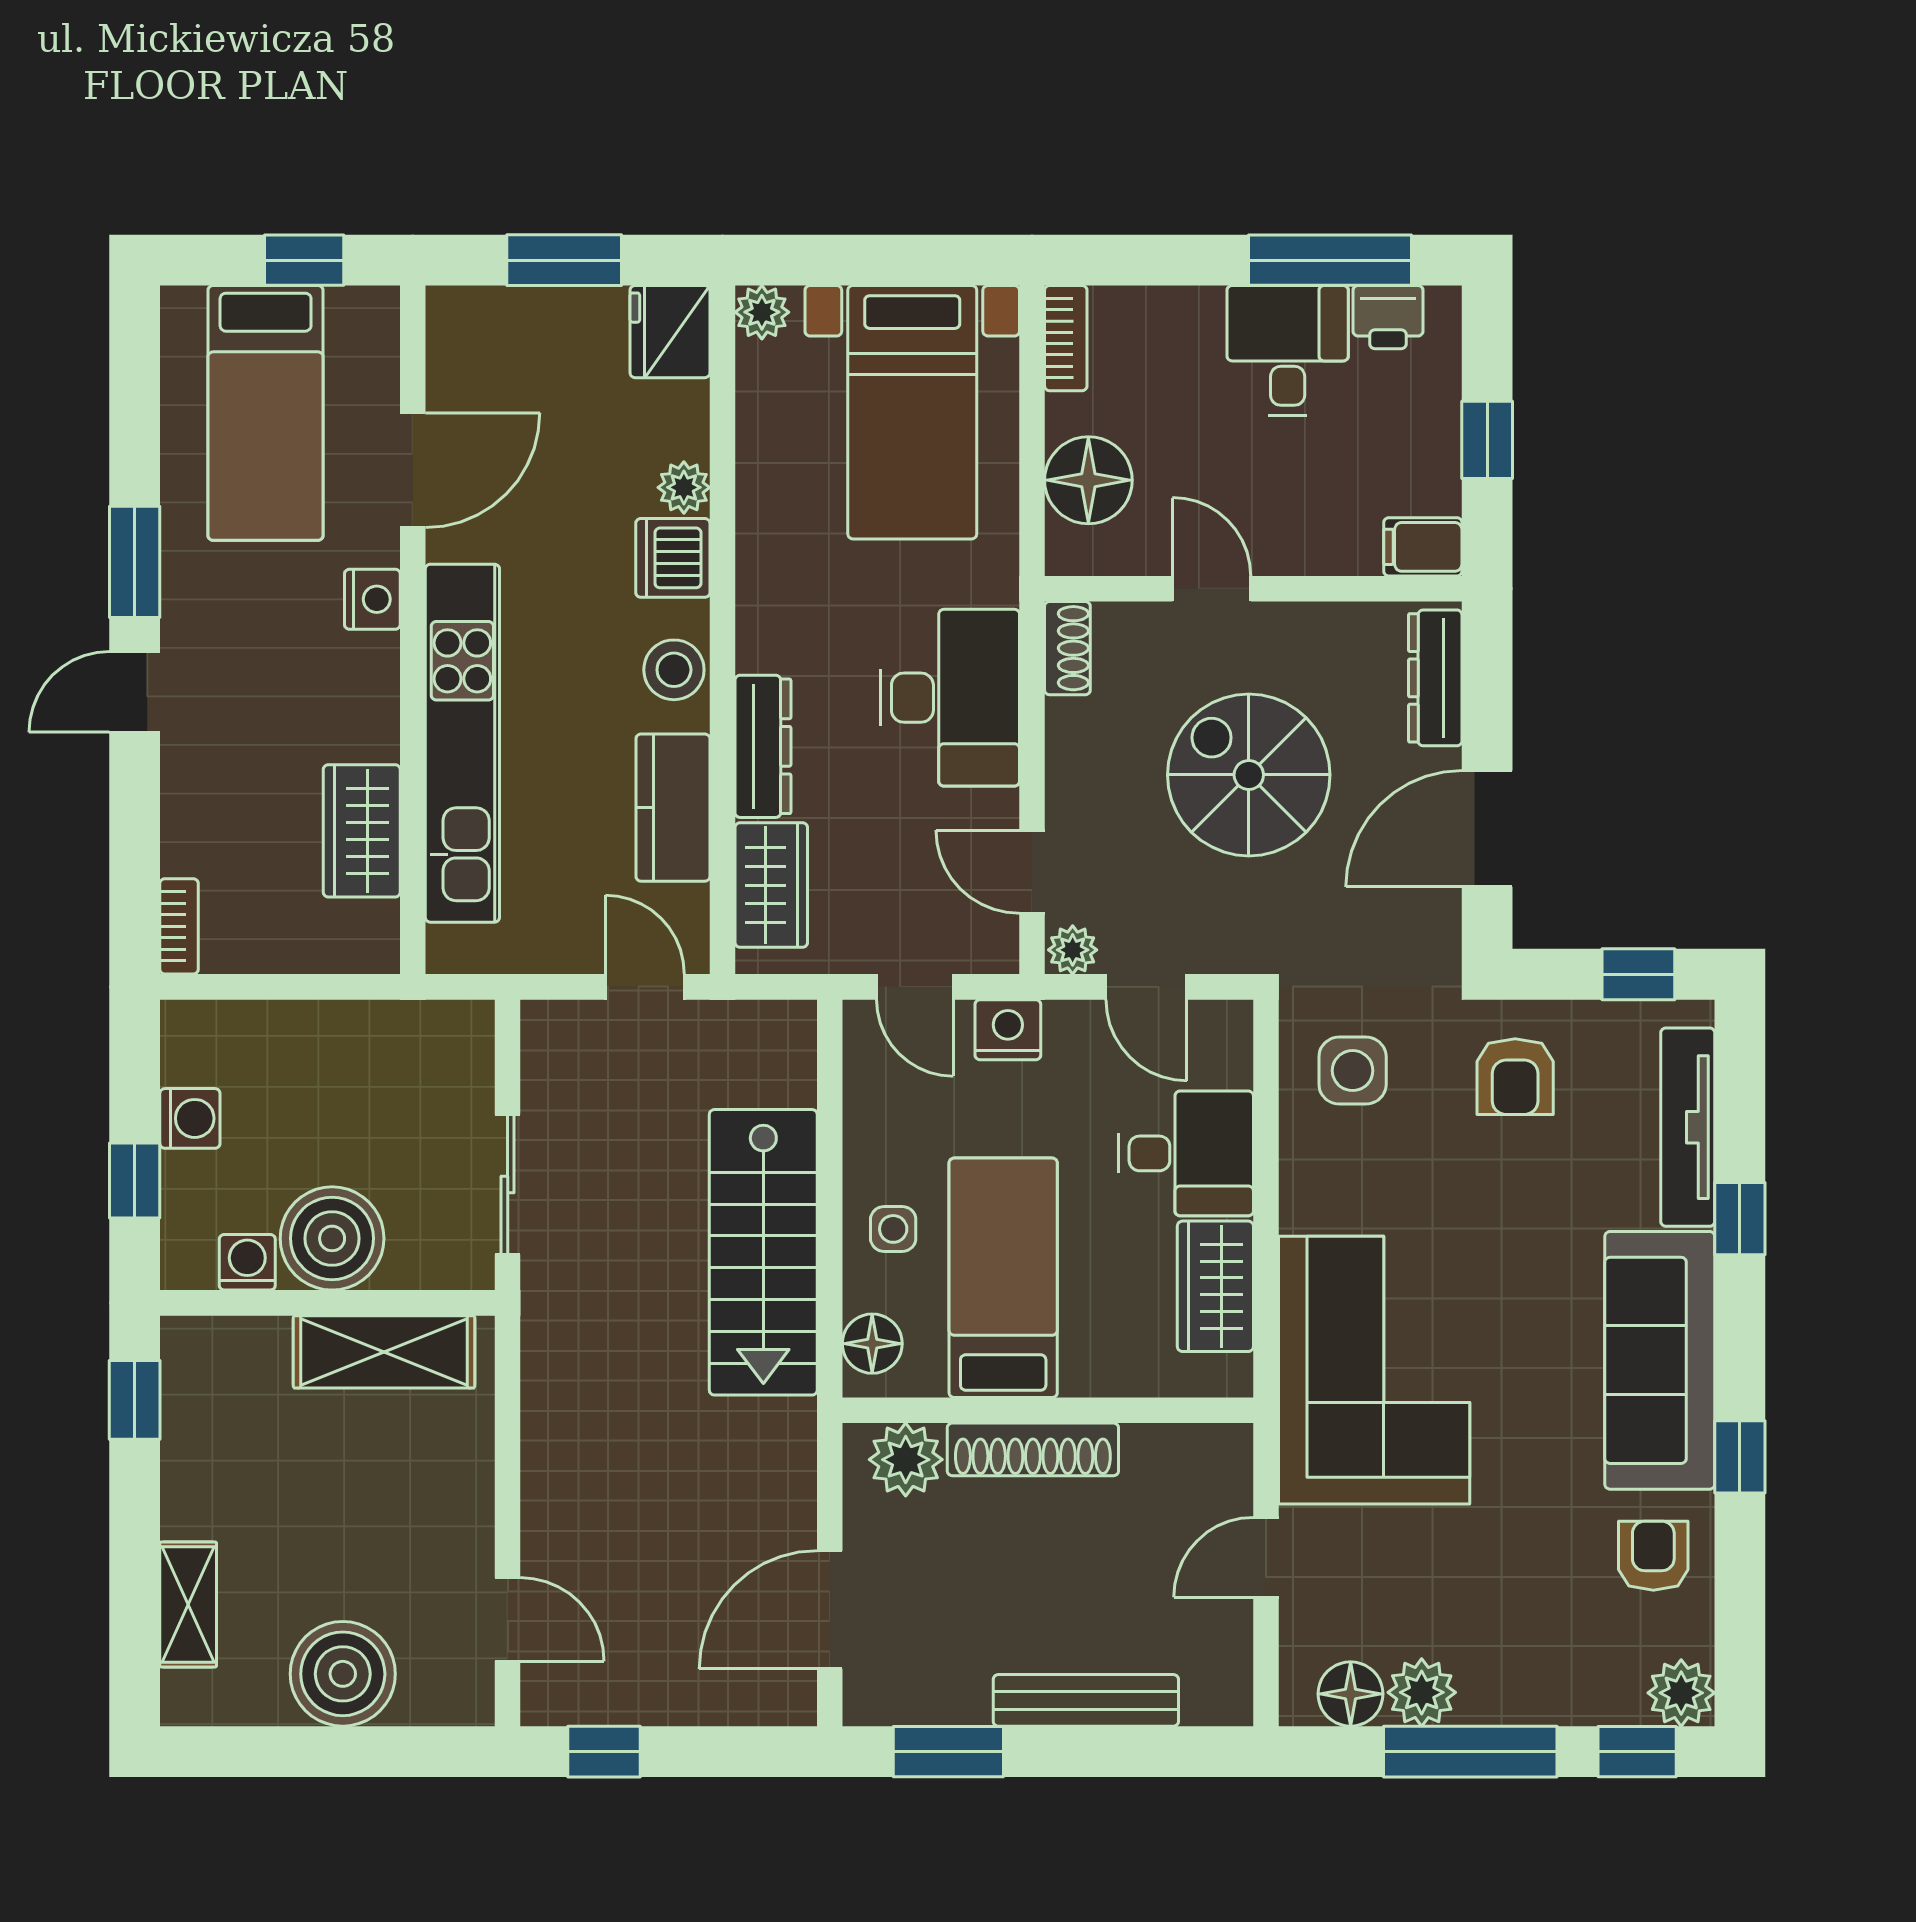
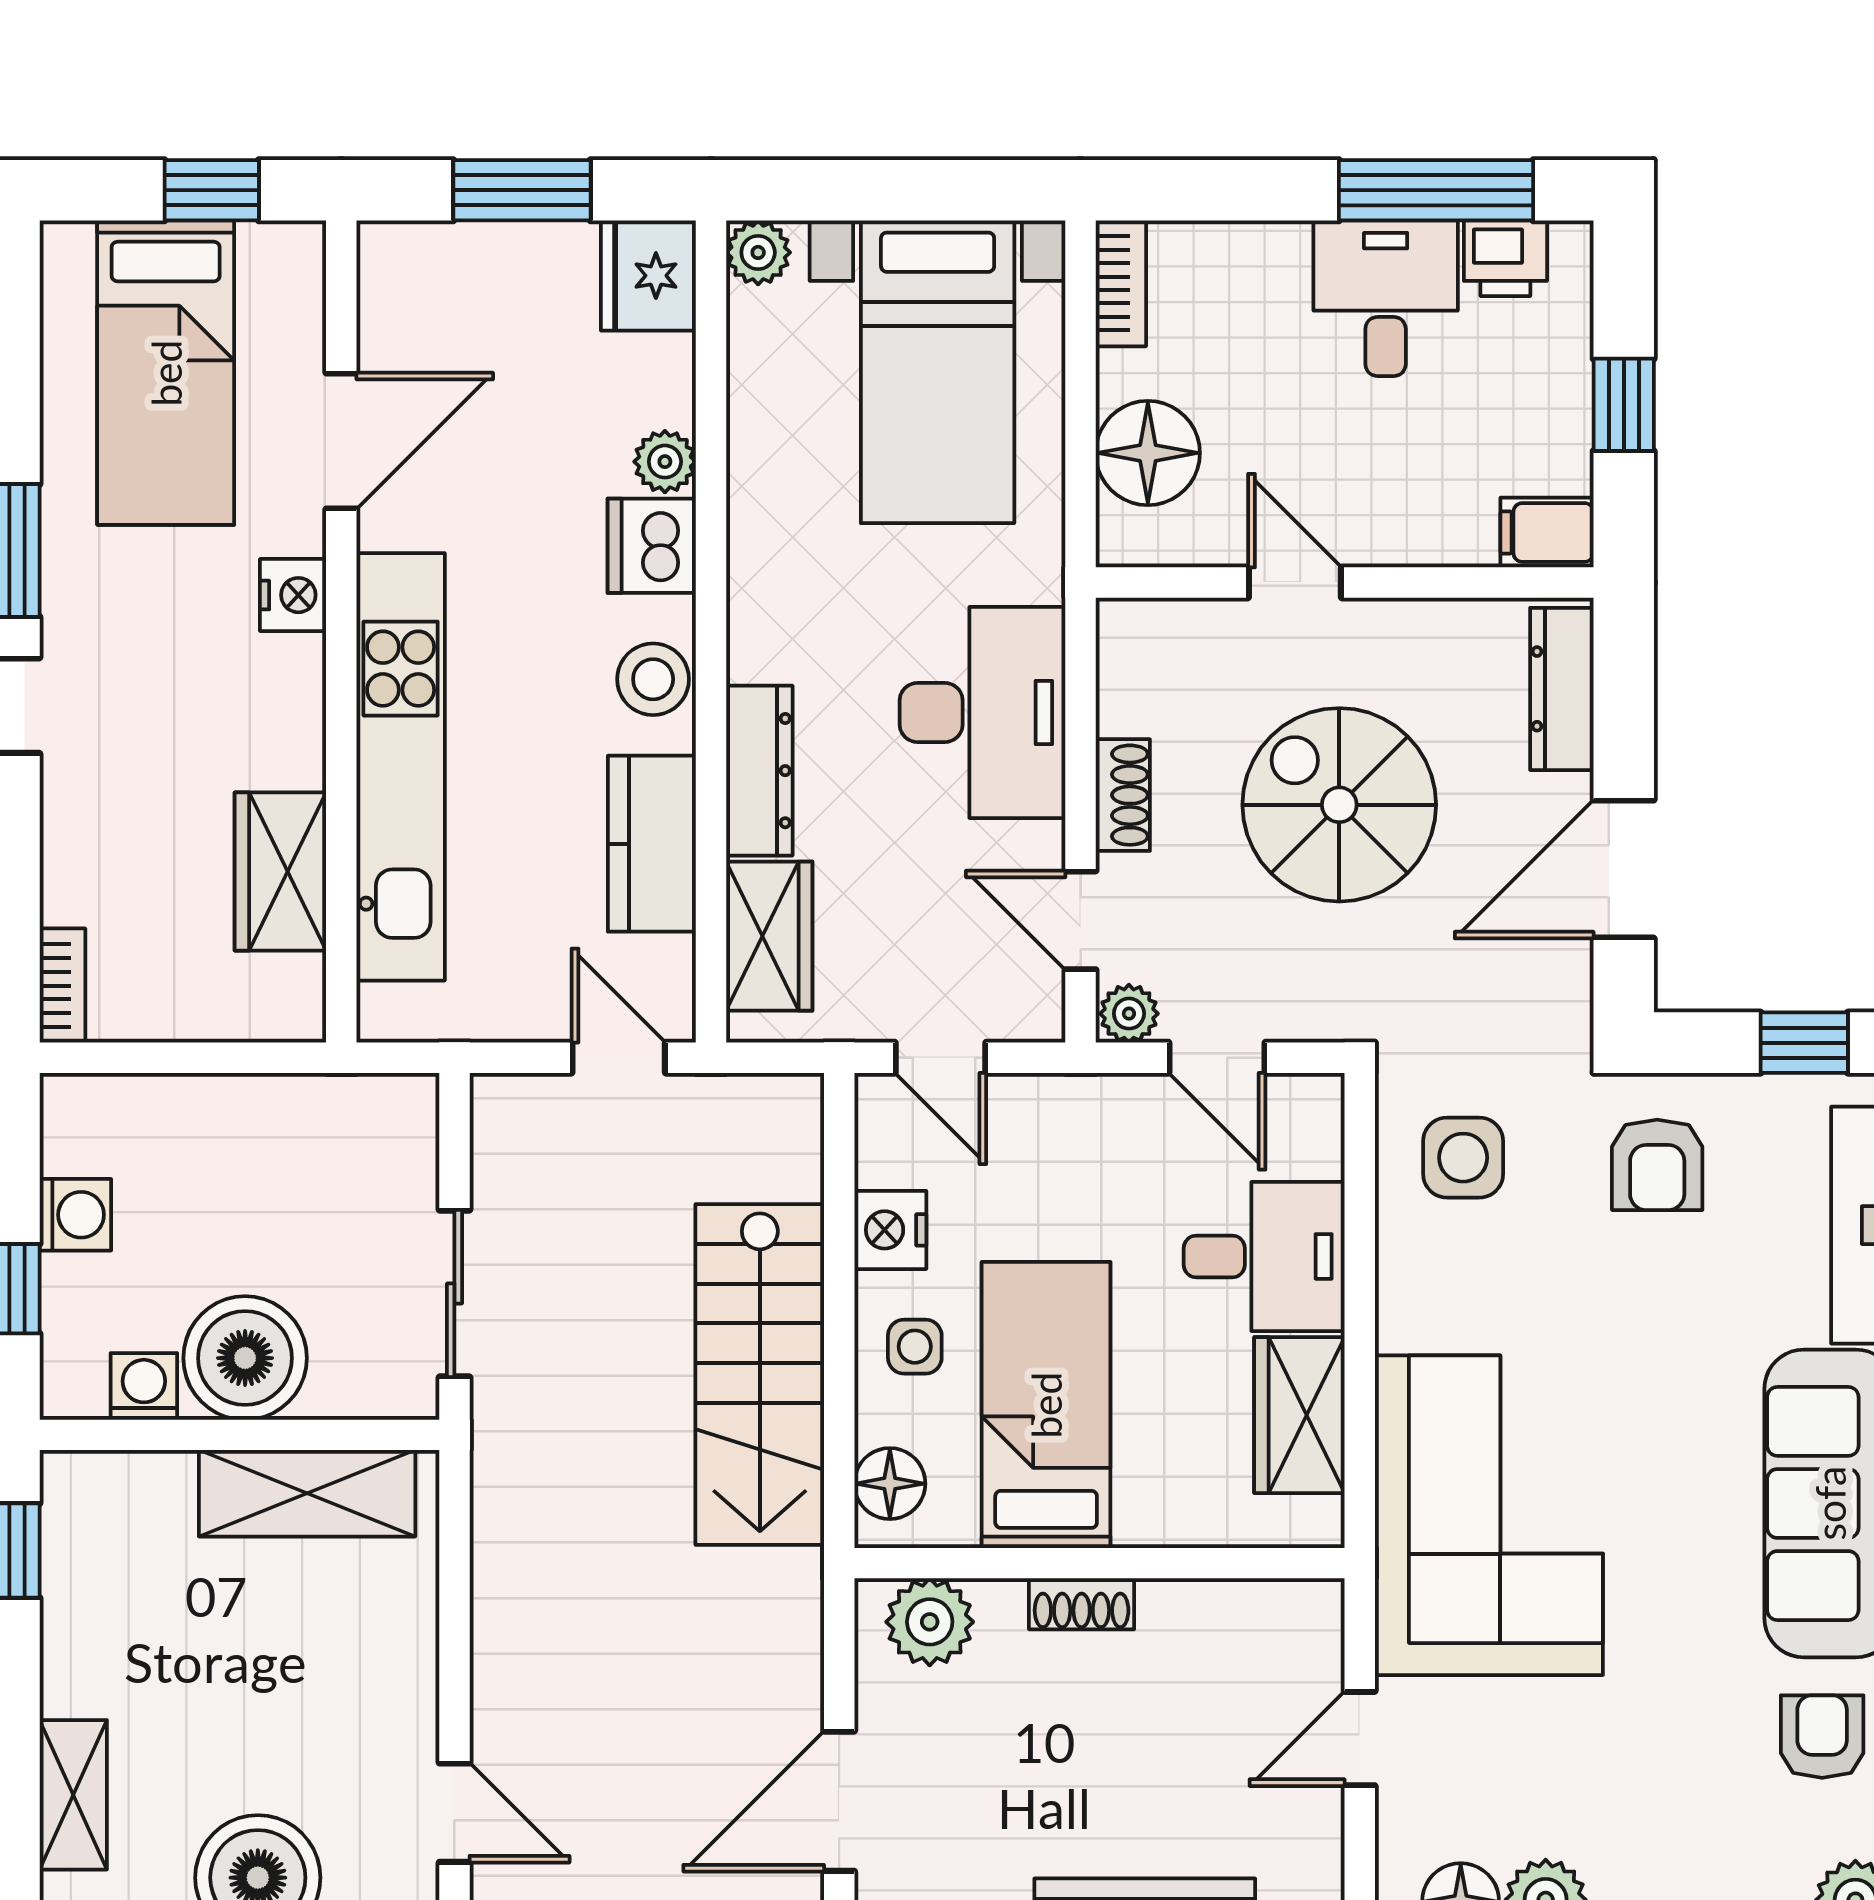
shoe rack: (1067, 648) -> (1123, 795), moved
nightstand: (1008, 1030) -> (890, 1230), moved, turned -90
shoe rack: (1033, 1449) -> (1082, 1604), width x0.51, depth x0.81

